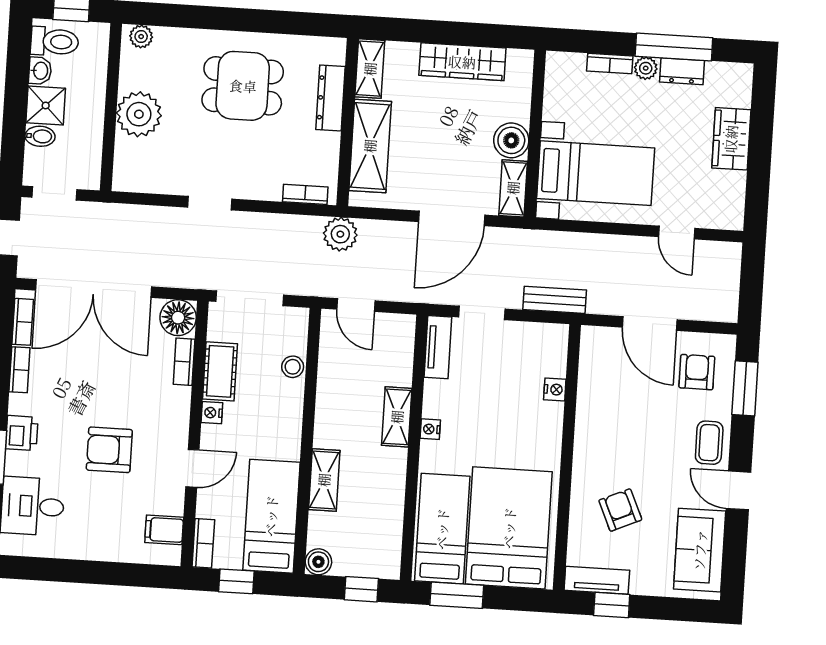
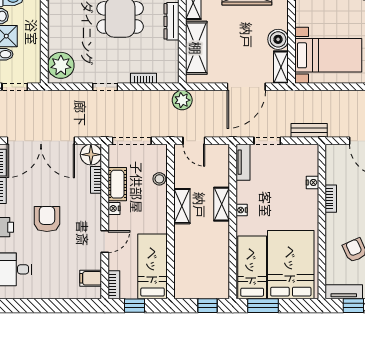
plant: (139, 114) -> (61, 65), moved
bookcase: (305, 194) -> (143, 78), moved
bookcase: (584, 419) -> (331, 199), added
armchair: (109, 450) -> (47, 219), moved, turned 90
shelving: (324, 480) -> (182, 206), moved
boiler: (318, 562) -> (181, 291), removed

